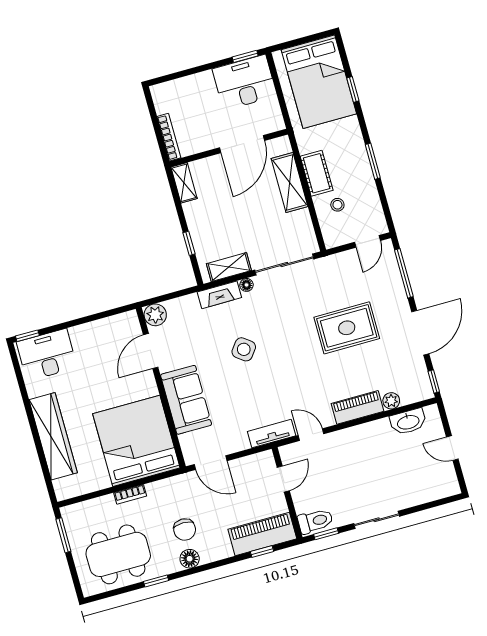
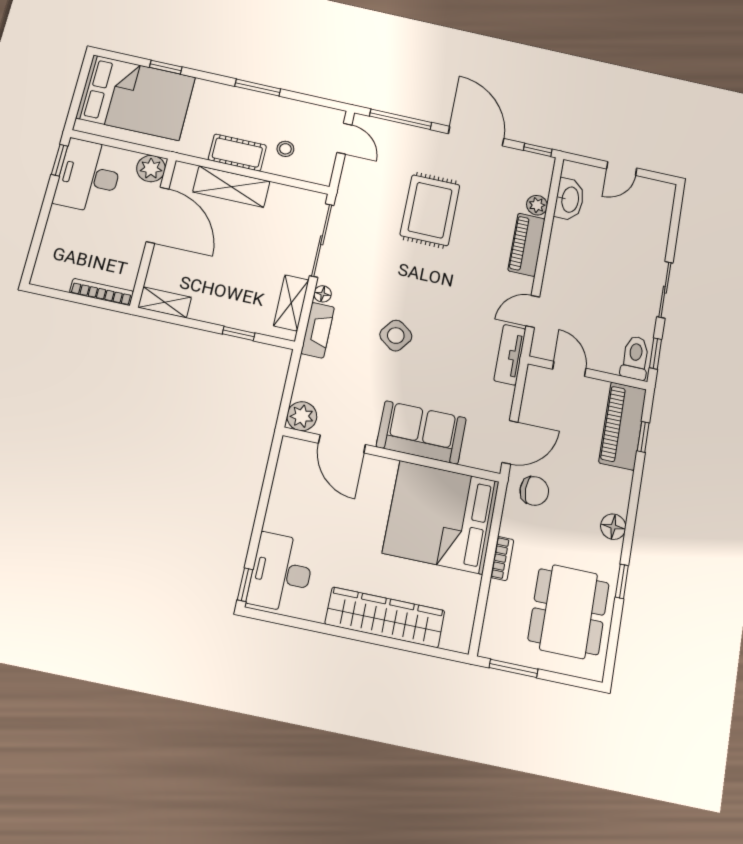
plant: (273, 121) -> (151, 169), added
chair: (185, 530) -> (534, 491), moved

